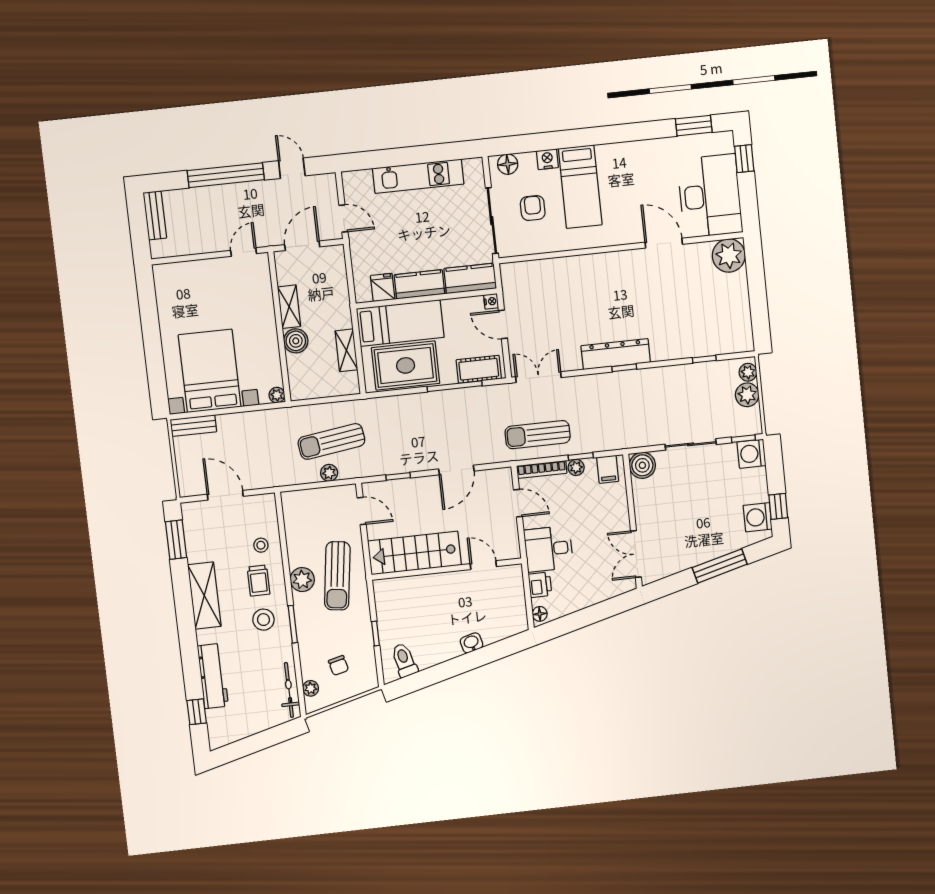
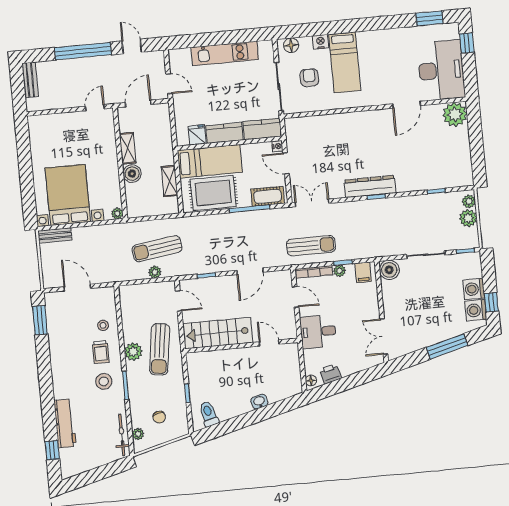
door: (664, 243) -> (406, 105), swing flipped
sun lounger: (538, 435) -> (311, 246), turned 180
washing machine: (751, 454) -> (474, 289), moved
printer: (540, 585) -> (330, 374), moved, turned -105
shelving: (204, 596) -> (60, 363), removed

